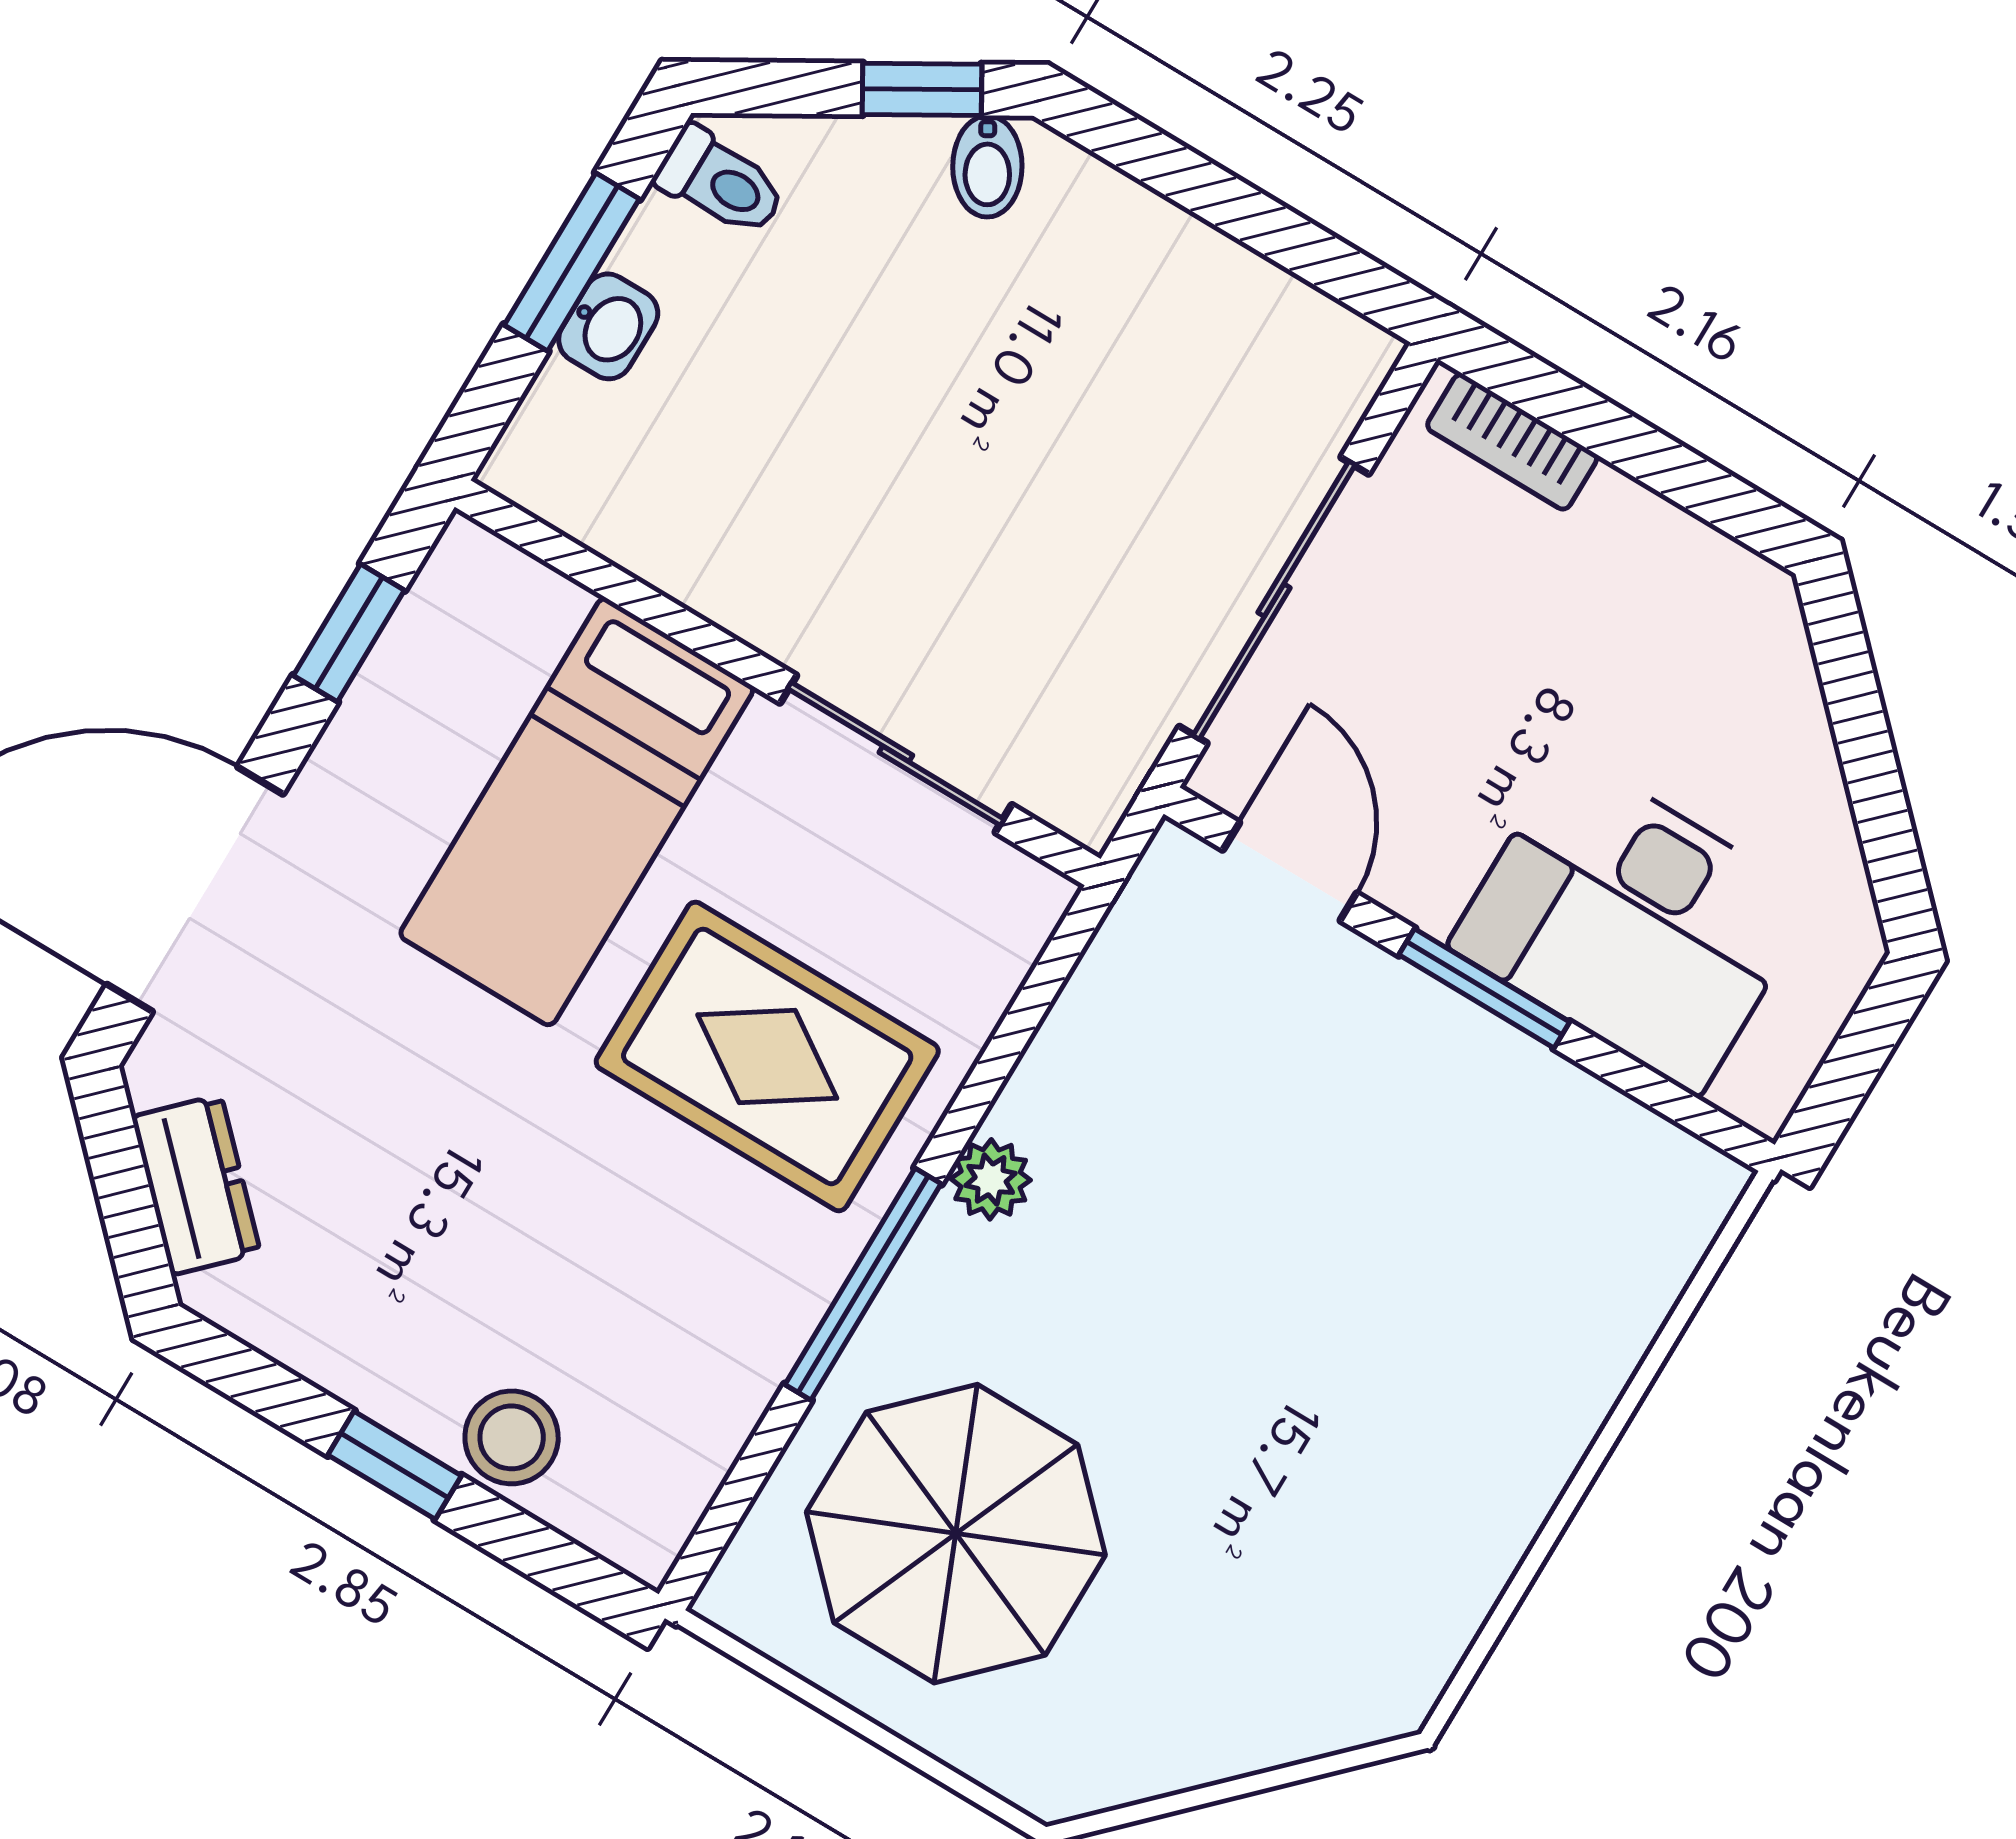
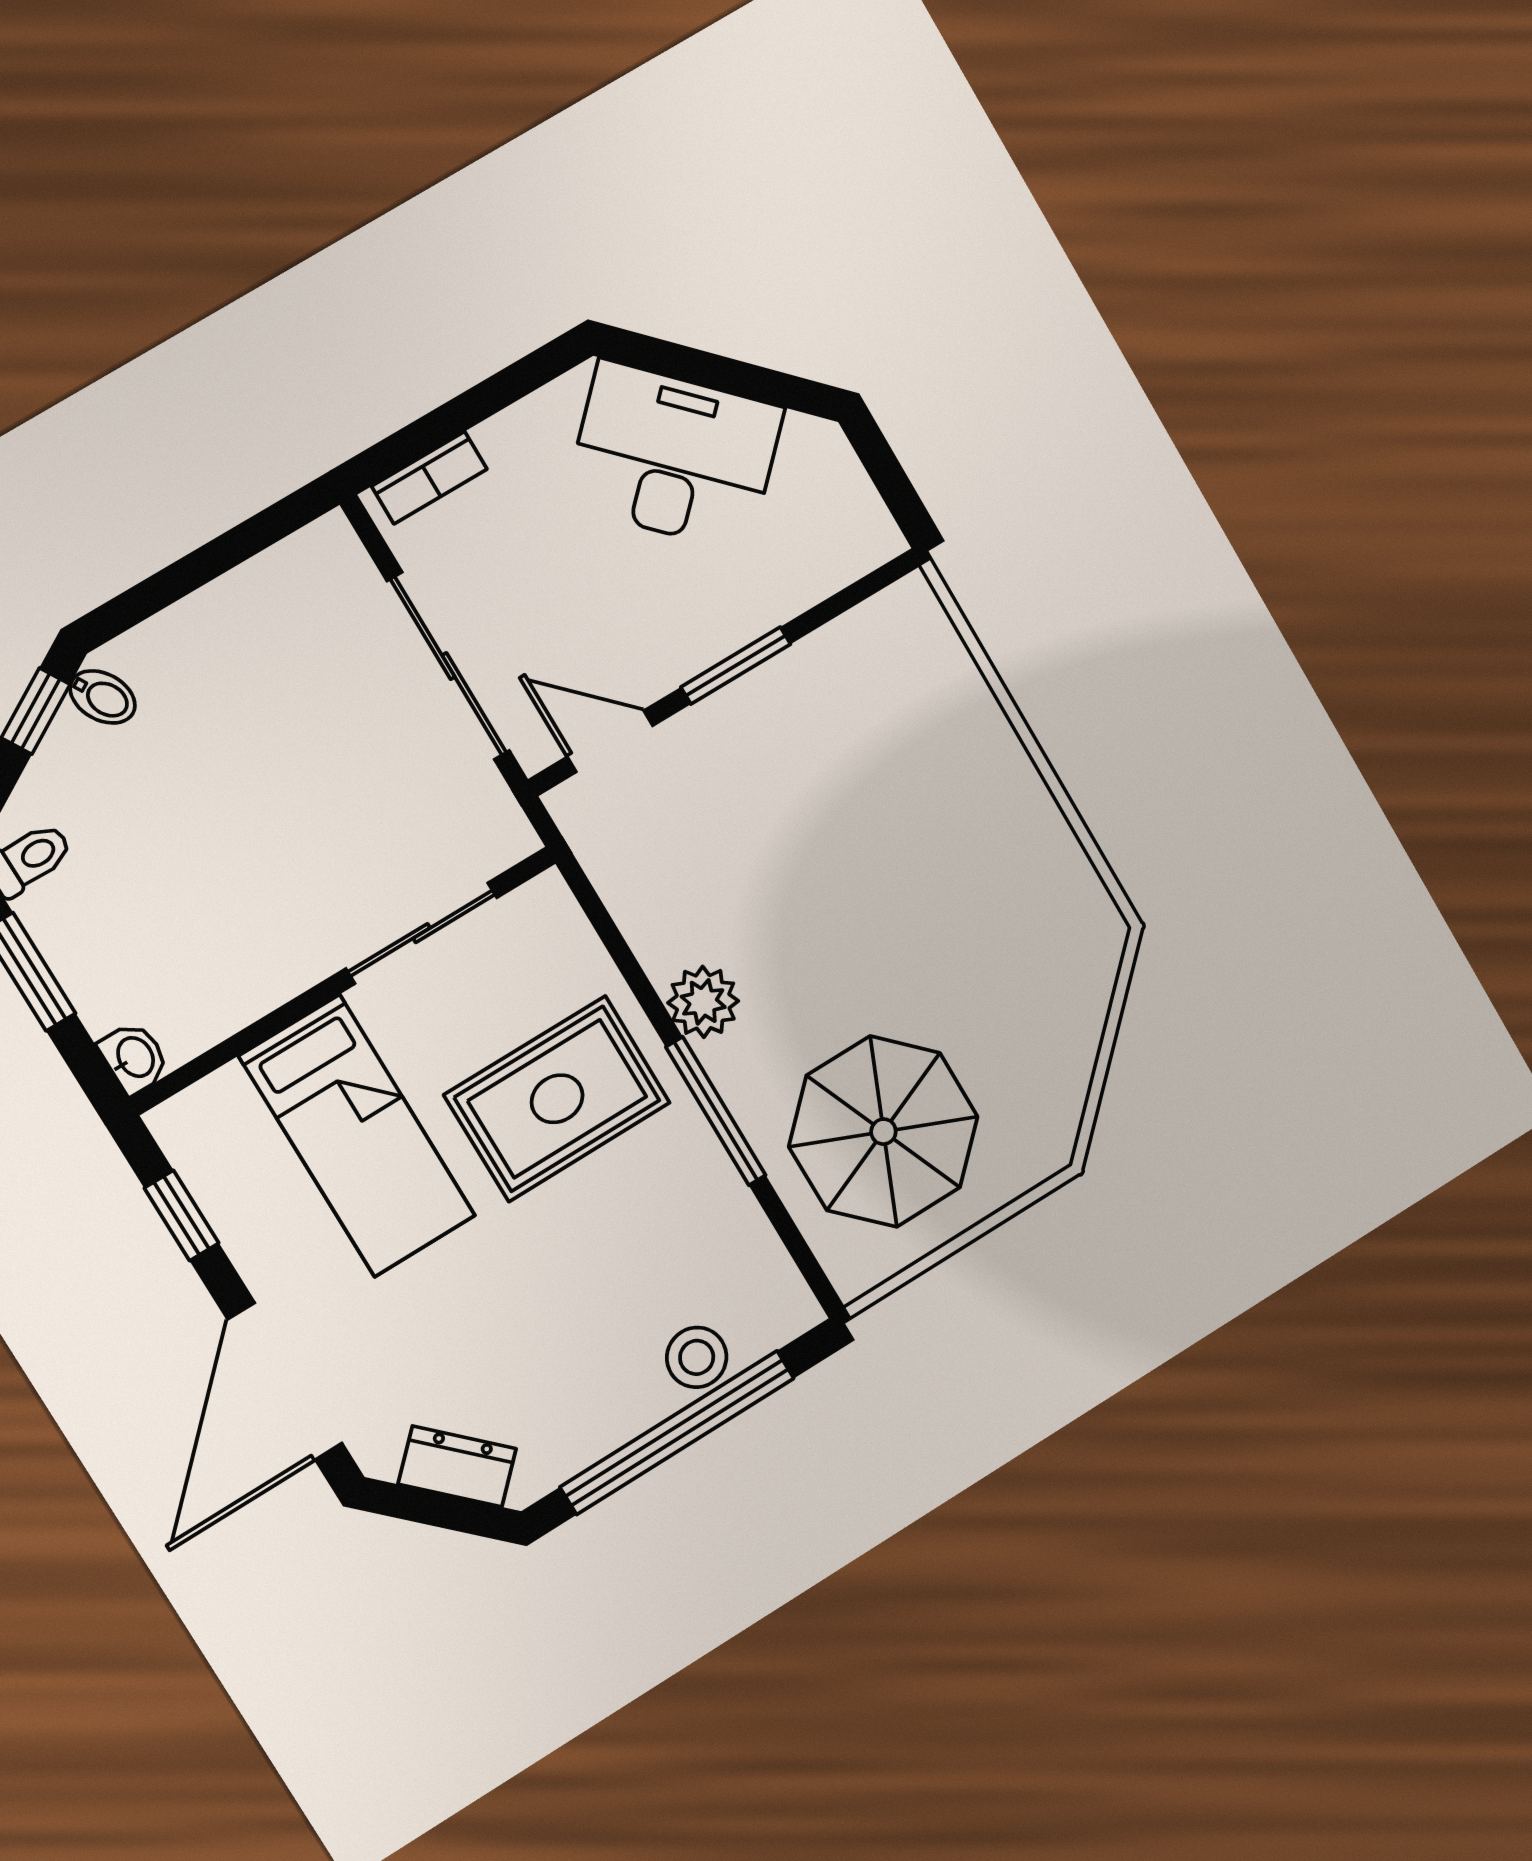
washbasin: (608, 326) -> (134, 1058), moved
desk: (1632, 923) -> (674, 457), moved, turned -135
plant: (991, 1179) -> (703, 1002), width x1.38, depth x1.38
window: (395, 1465) -> (677, 1432), width x3.17

